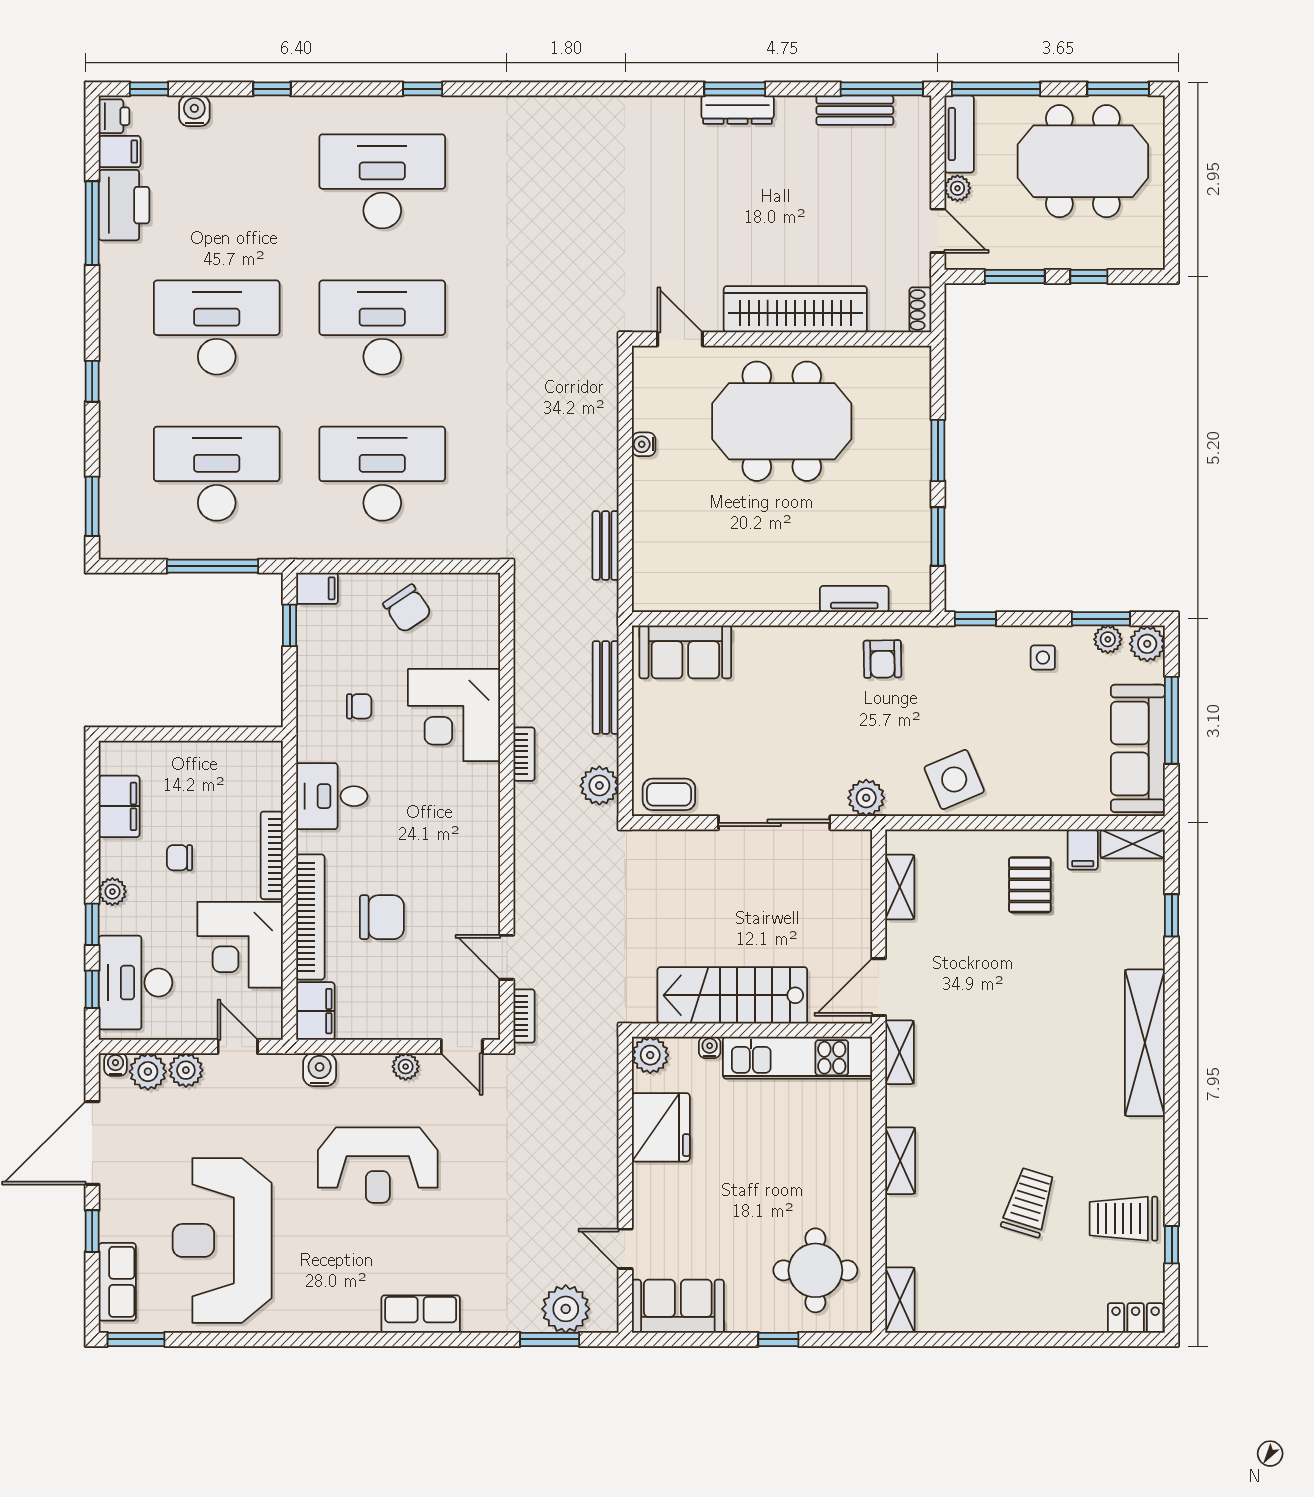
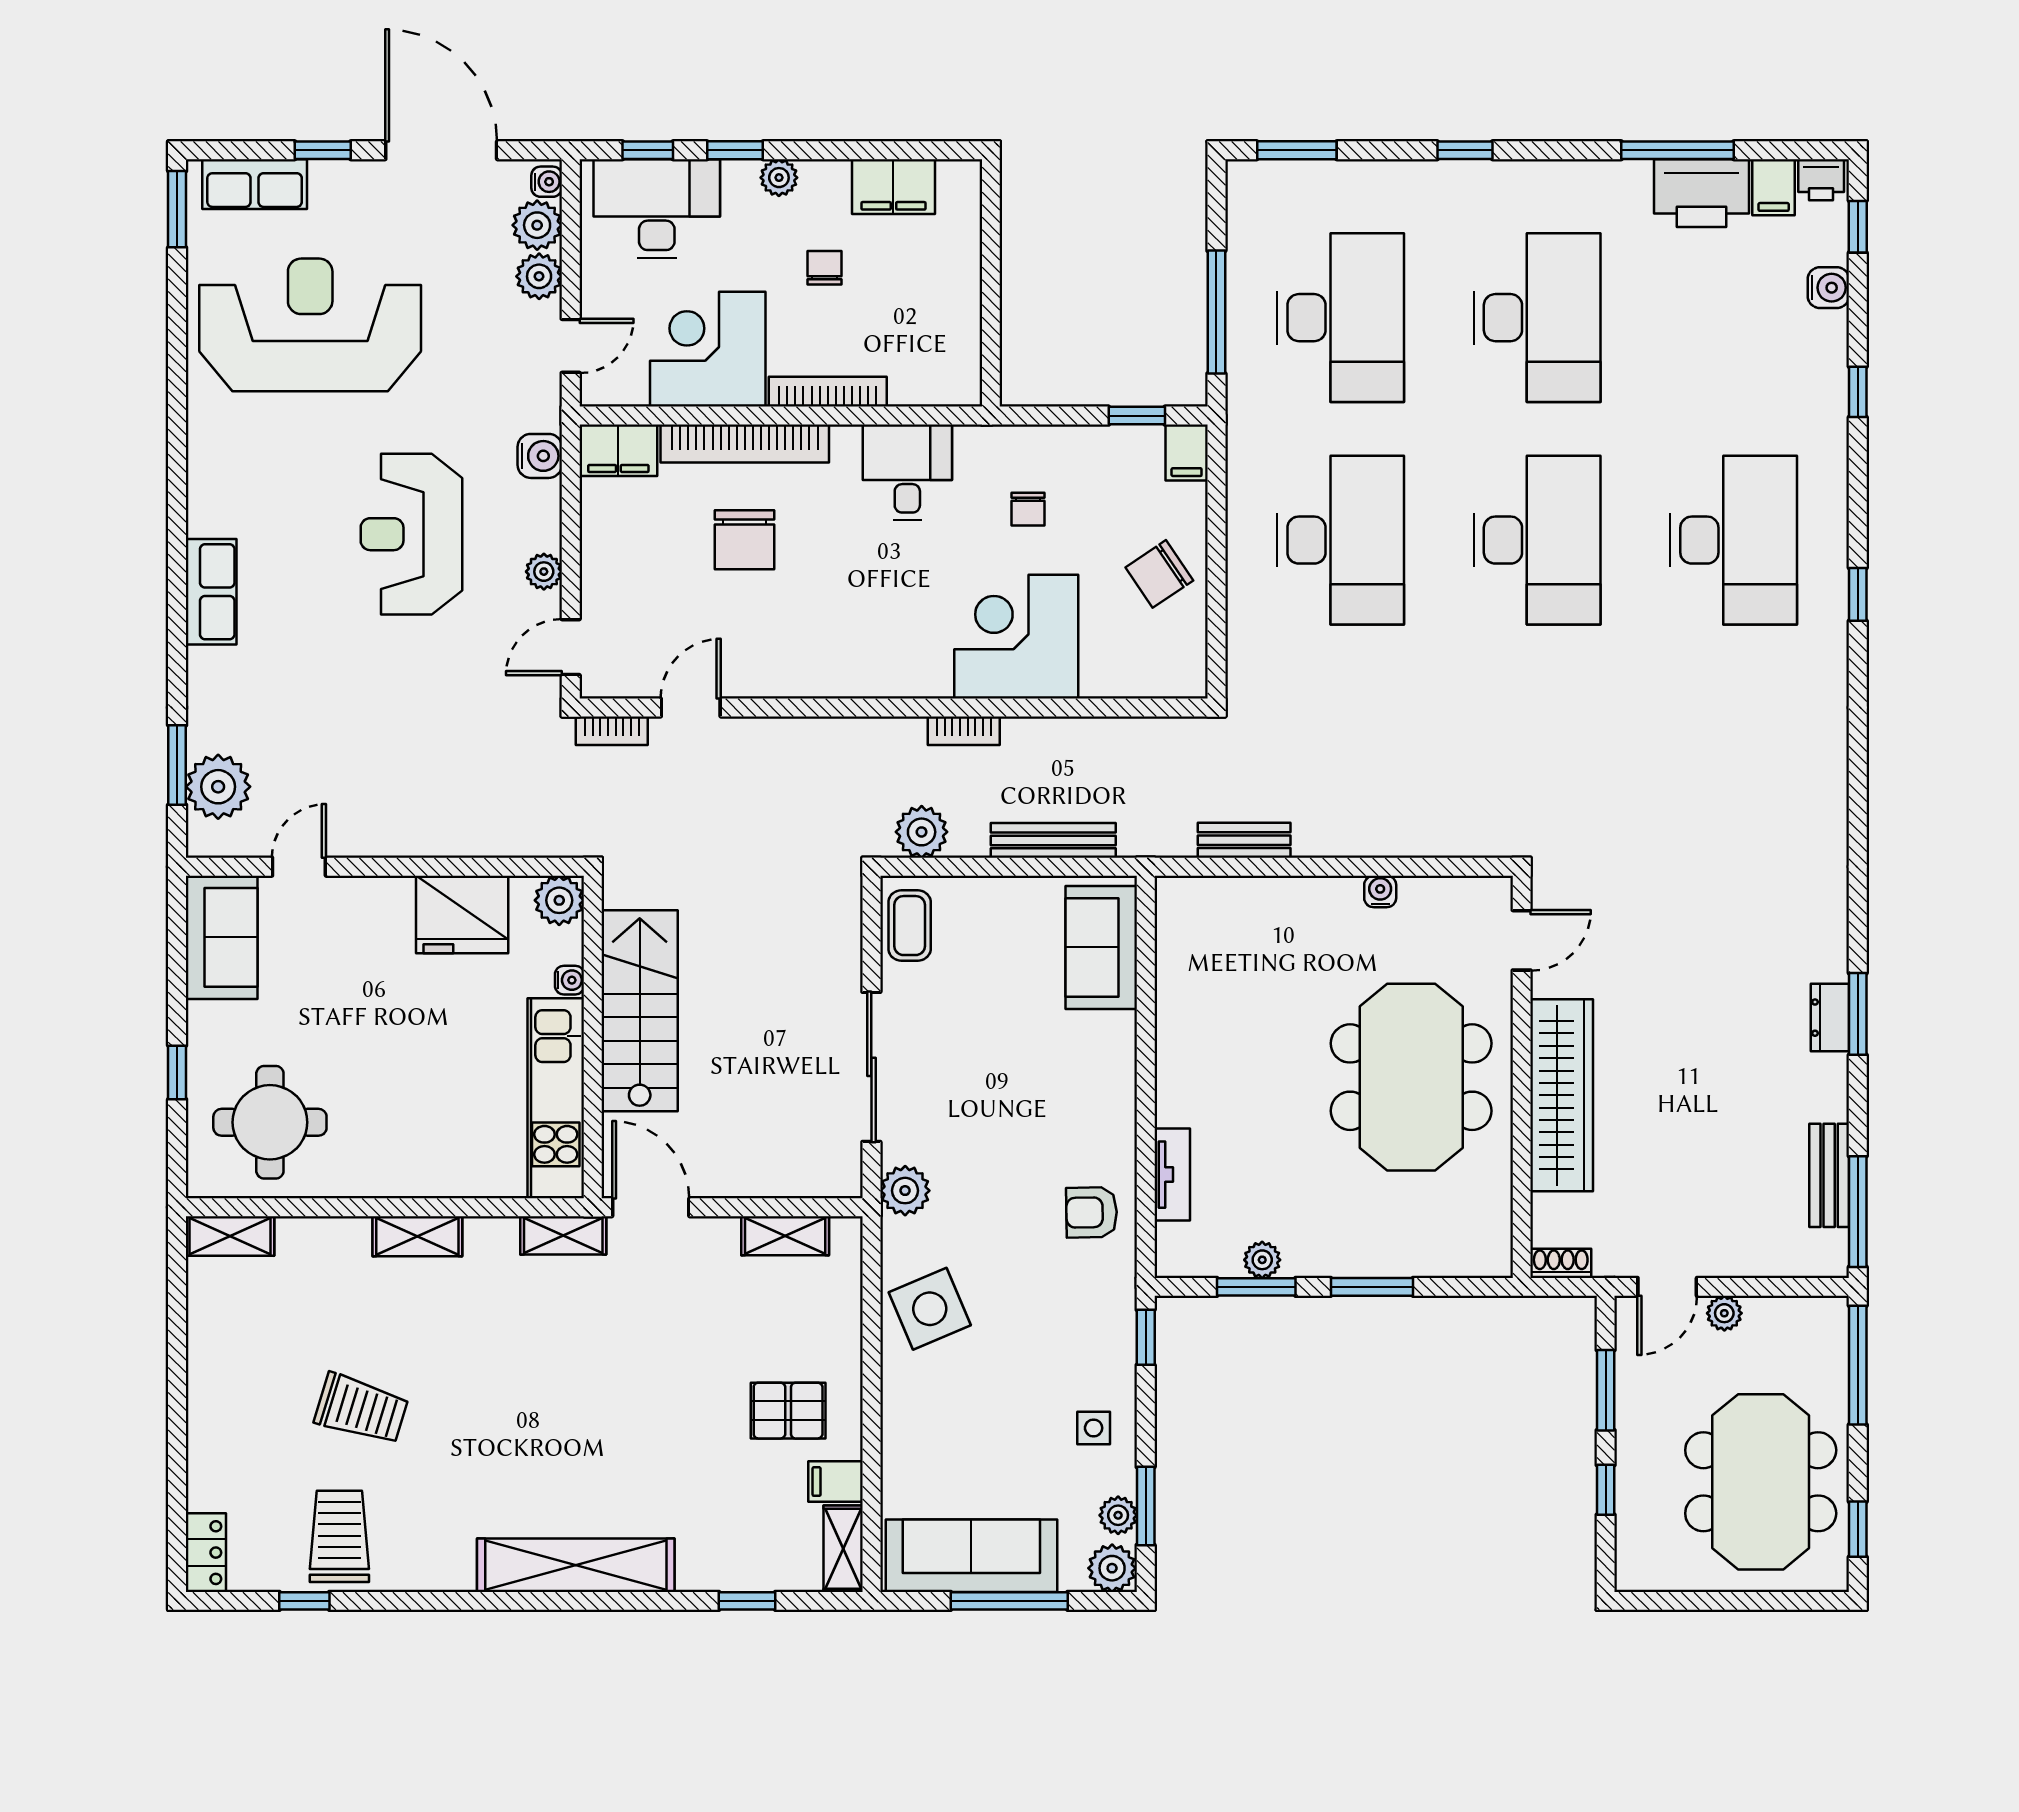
window: (1118, 89) -> (1858, 1529), width x0.67
dresser: (738, 110) -> (1830, 1018), width x0.70
tv unit: (959, 134) -> (1797, 1315), removed
plant: (918, 532) -> (1262, 1260), added

